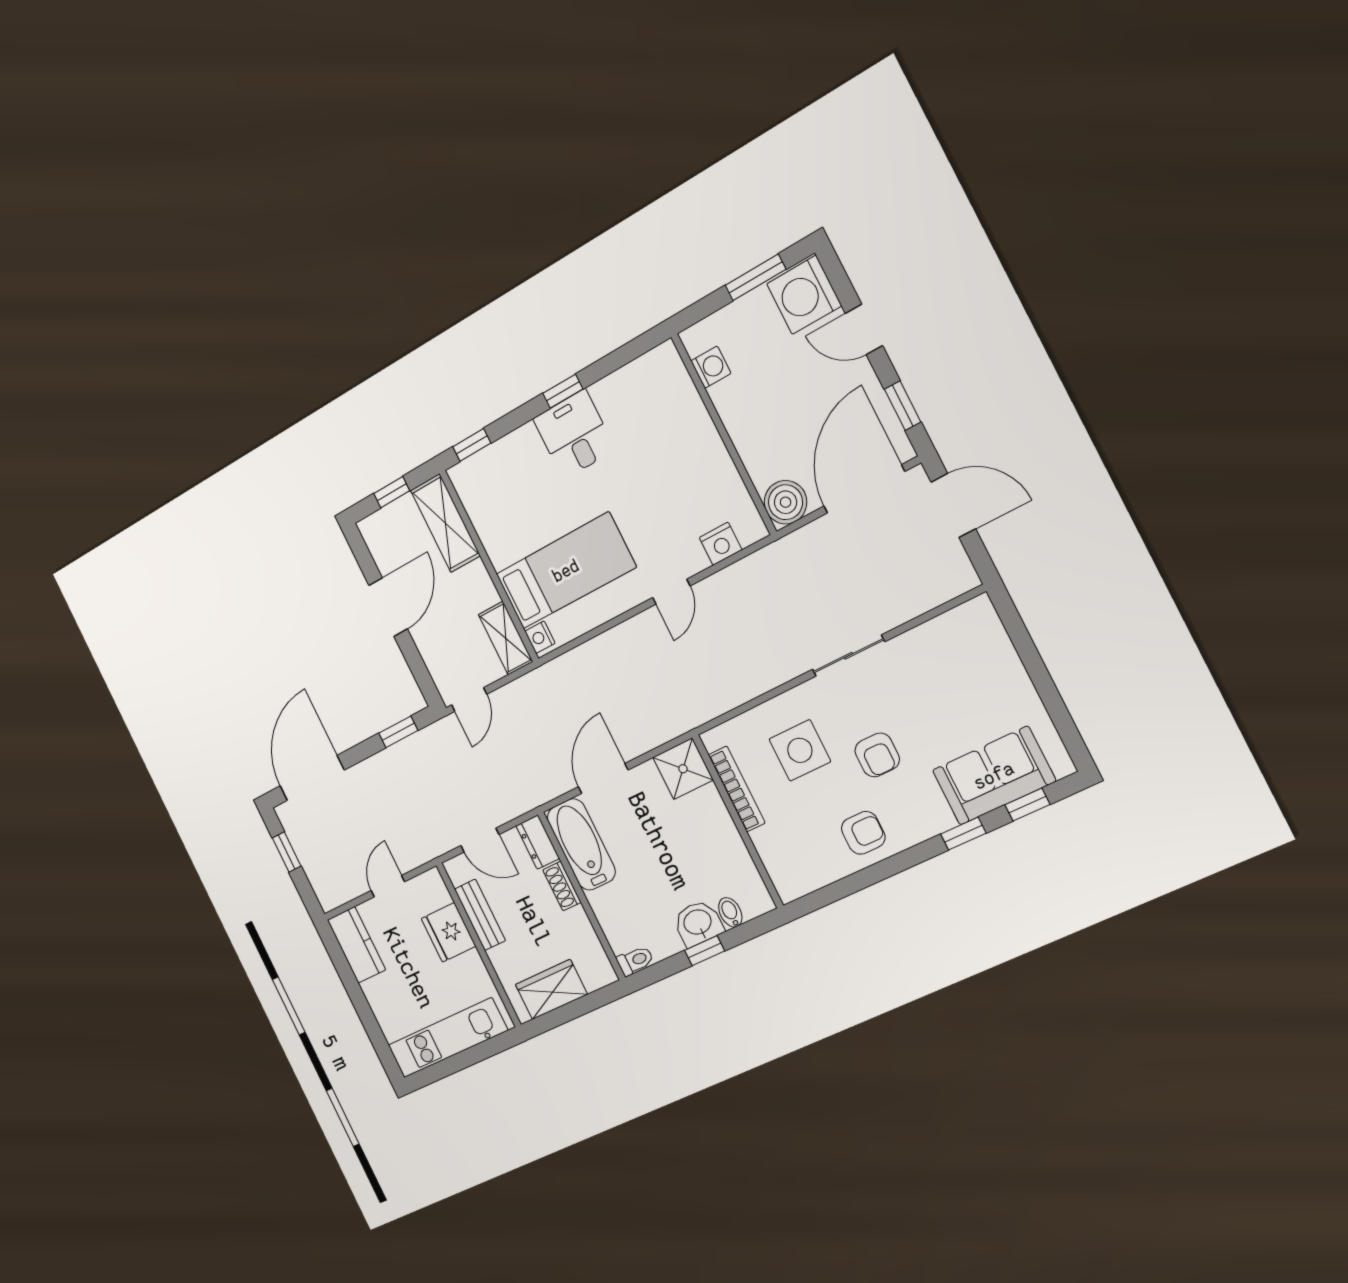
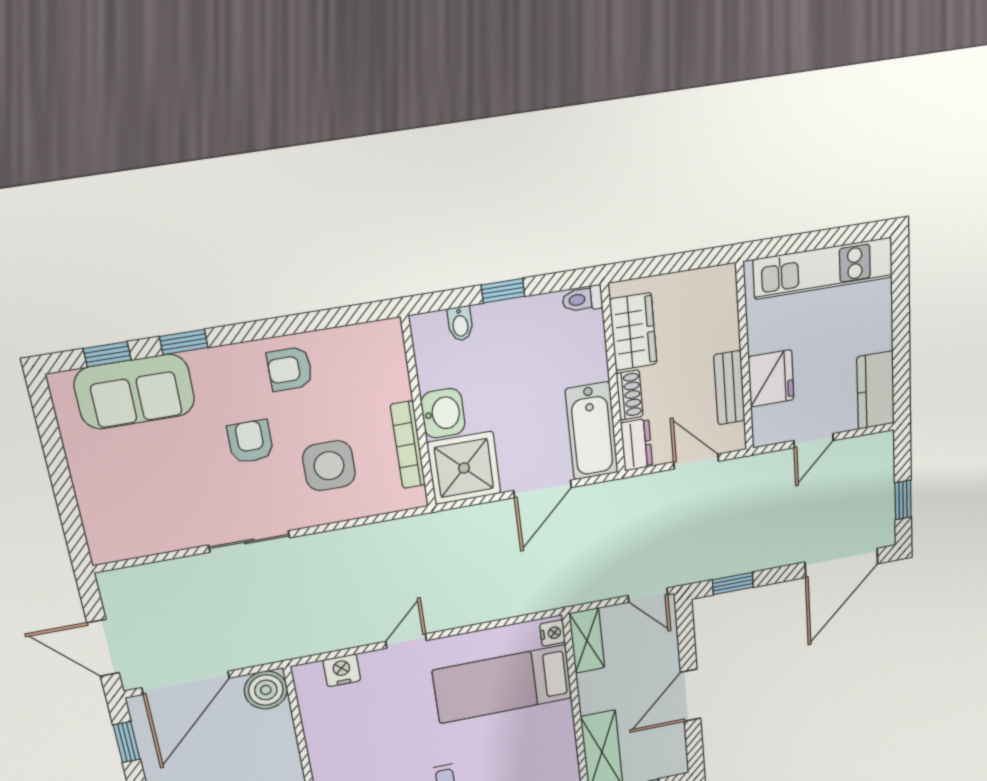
door: (469, 700) -> (648, 595), swing flipped
shower: (683, 769) -> (464, 468), width x1.36, depth x1.36
washbasin: (698, 923) -> (443, 413), moved, turned -90
wardrobe: (551, 989) -> (633, 332), moved, turned -90

